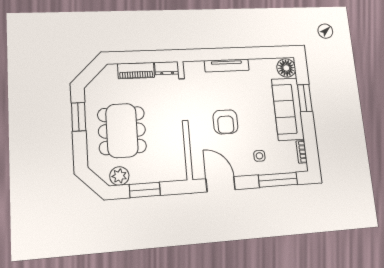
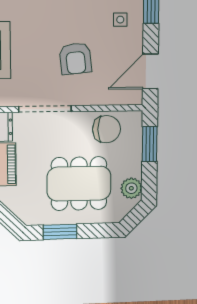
armchair: (225, 122) -> (76, 59), turned 84
chair: (170, 151) -> (107, 129), added
window: (145, 190) -> (150, 144), moved

